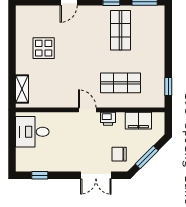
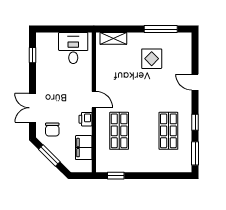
shop shelf: (120, 30) -> (168, 131), turned 90
window: (12, 38) -> (161, 29), added
door: (87, 110) -> (94, 100), hinge flipped
chair: (119, 154) -> (52, 130), turned 180

